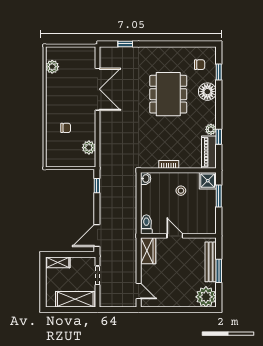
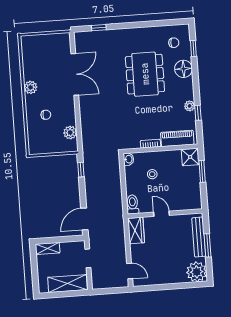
plant: (52, 67) -> (31, 87), moved
piano: (209, 152) -> (177, 138), moved, turned 90
stool: (181, 191) -> (152, 174), moved

